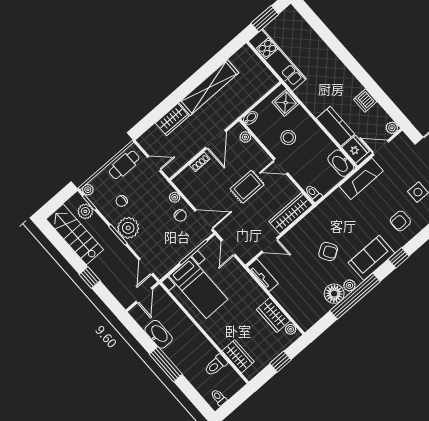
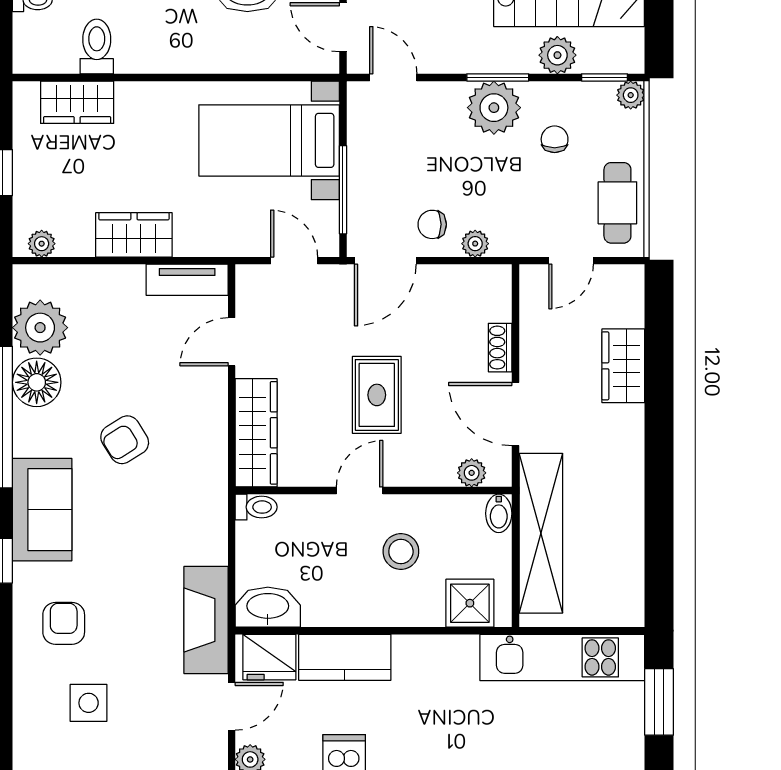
shelving: (209, 88) -> (541, 533), moved
plant: (85, 211) -> (557, 55), moved
plant: (349, 285) -> (40, 328), moved, width x1.88, depth x1.88
wardrobe: (273, 315) -> (134, 235), moved

